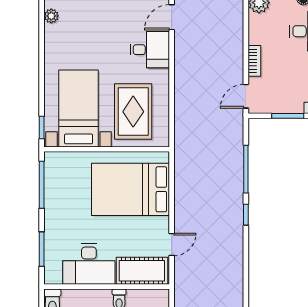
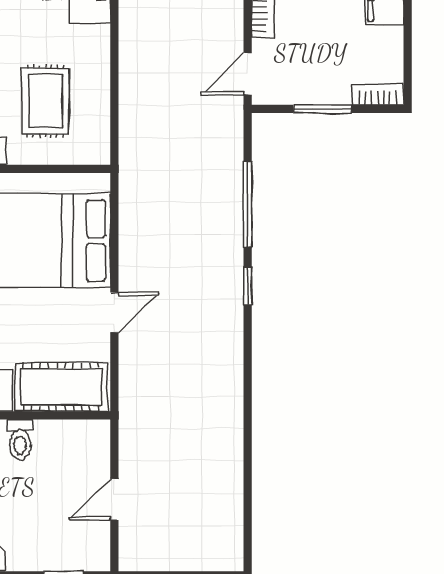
rug: (133, 112) -> (45, 101), width x0.73, depth x0.70
door: (172, 244) -> (114, 312), moved

